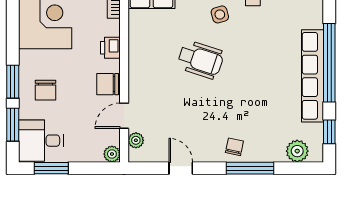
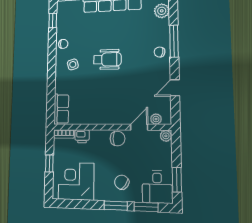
printer: (110, 48) -> (82, 136), moved
wheelchair: (200, 60) -> (107, 59), moved, turned 72
chair: (108, 84) -> (118, 139), turned -90
chair: (46, 90) -> (122, 182), turned -144
door: (124, 116) -> (139, 127), swing flipped

